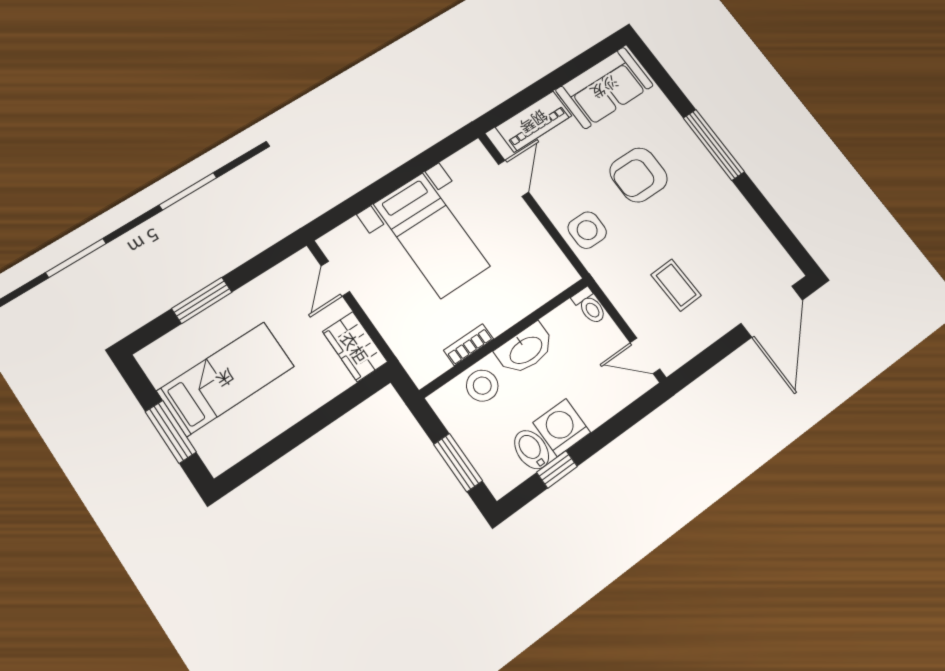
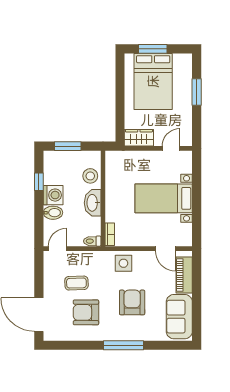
armchair: (710, 238) -> (86, 312), added
door: (335, 279) -> (171, 148), hinge flipped
bookcase: (469, 345) -> (110, 234), moved
bed: (226, 379) -> (153, 81), width x1.50
bidet: (532, 450) -> (53, 213), moved

